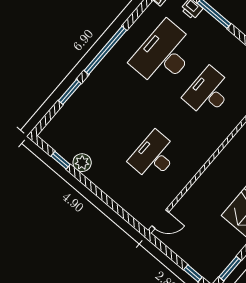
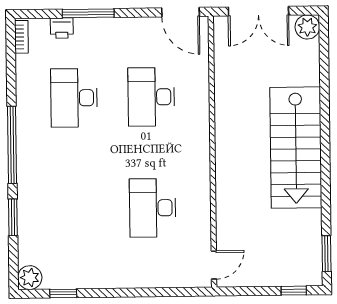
desk: (164, 55) -> (74, 98), width x0.73, depth x0.77
plant: (82, 163) -> (30, 278), moved

